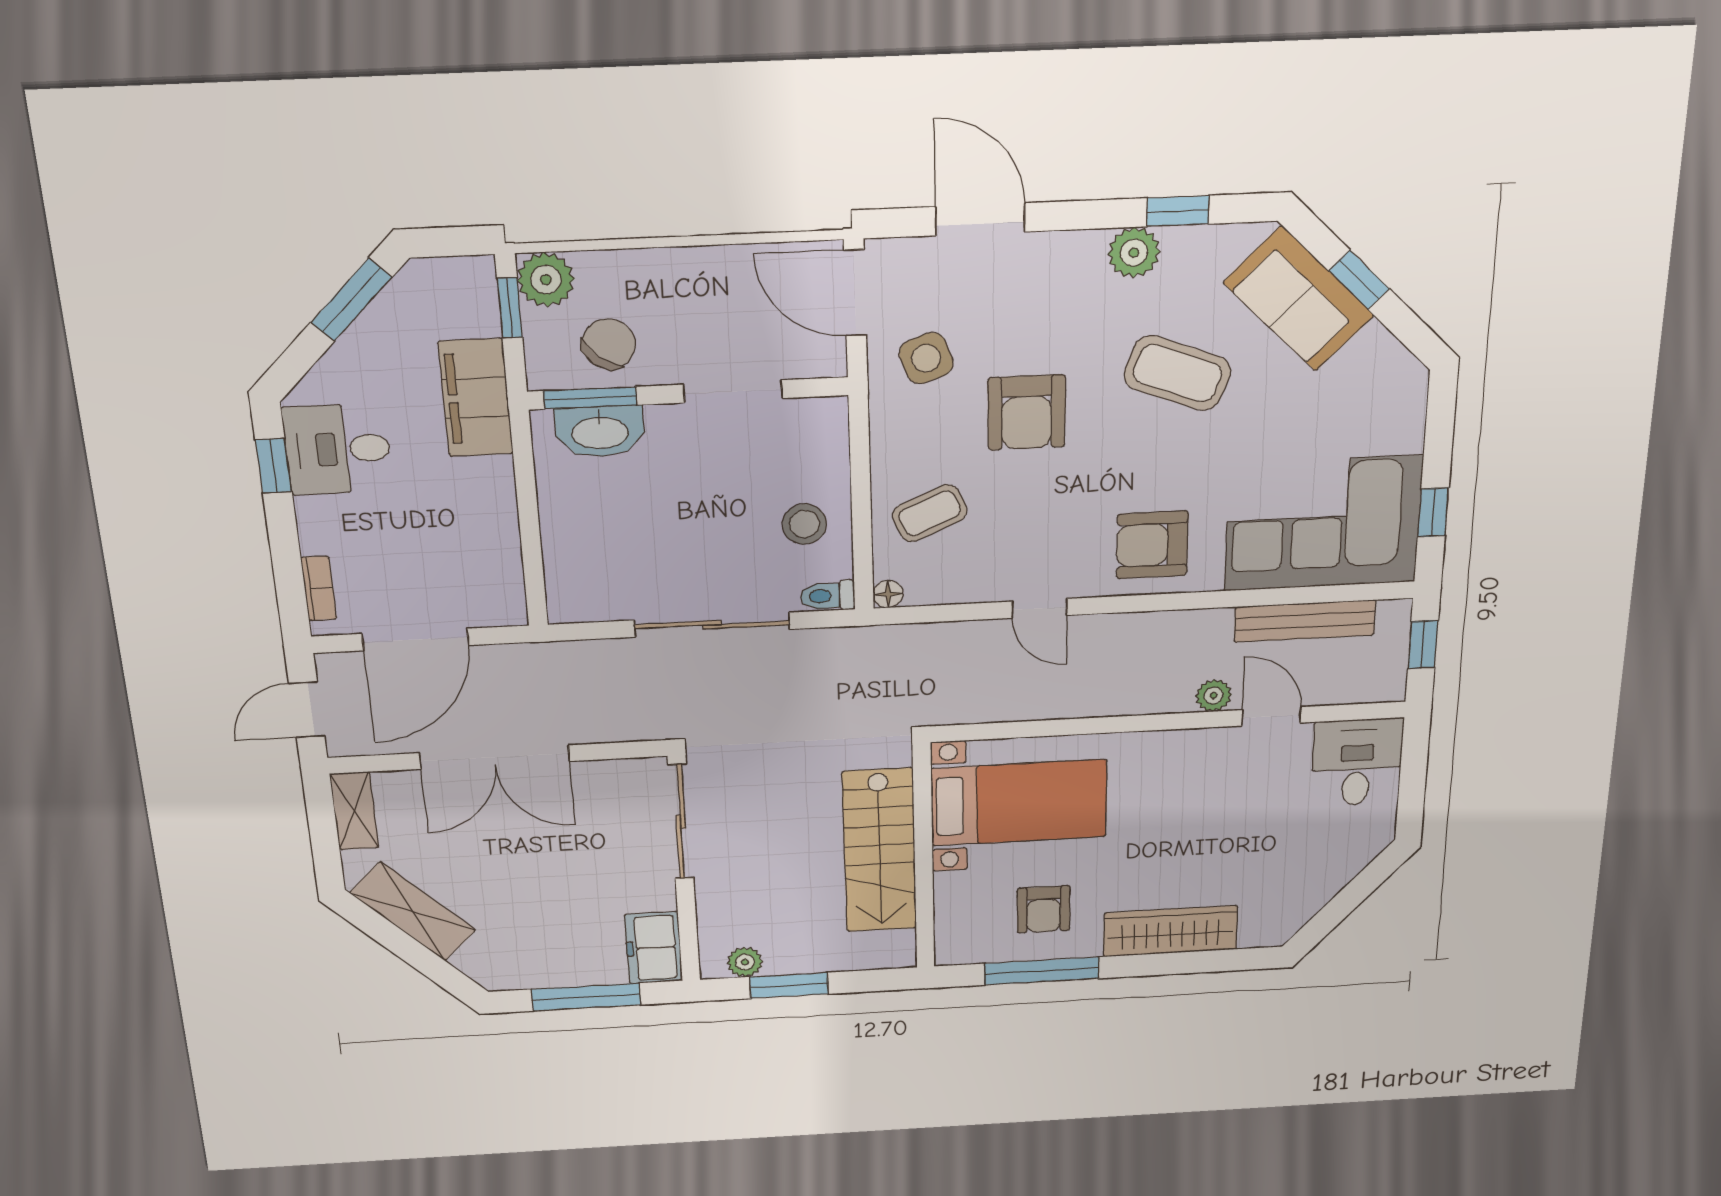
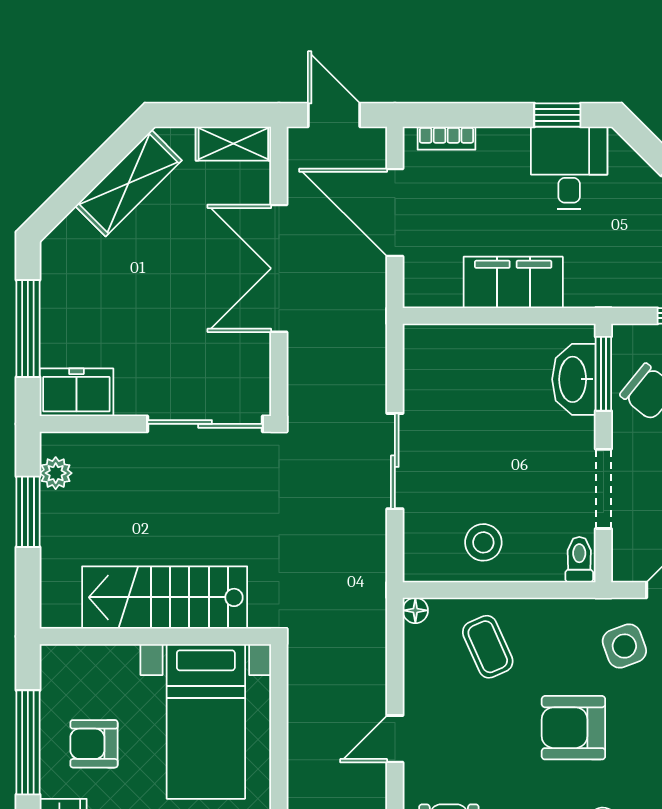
filing cabinet: (476, 398) -> (513, 282), moved
toilet: (828, 596) -> (579, 560), moved
sliding door: (712, 625) -> (395, 461), width x0.73

